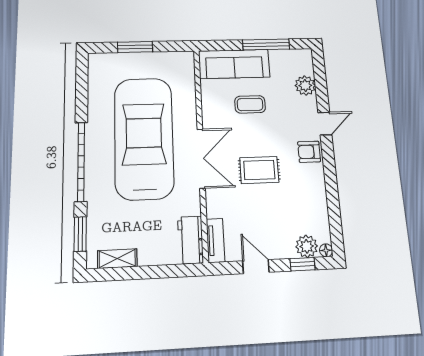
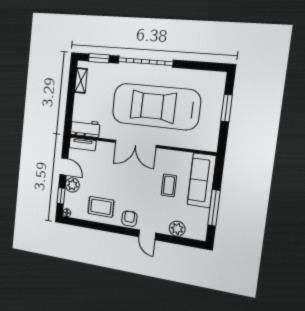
car: (144, 138) -> (156, 107), turned 180
rug: (259, 170) -> (101, 207), moved, turned 90
plant: (307, 246) -> (72, 185), moved
door: (256, 267) -> (64, 167), hinge flipped

